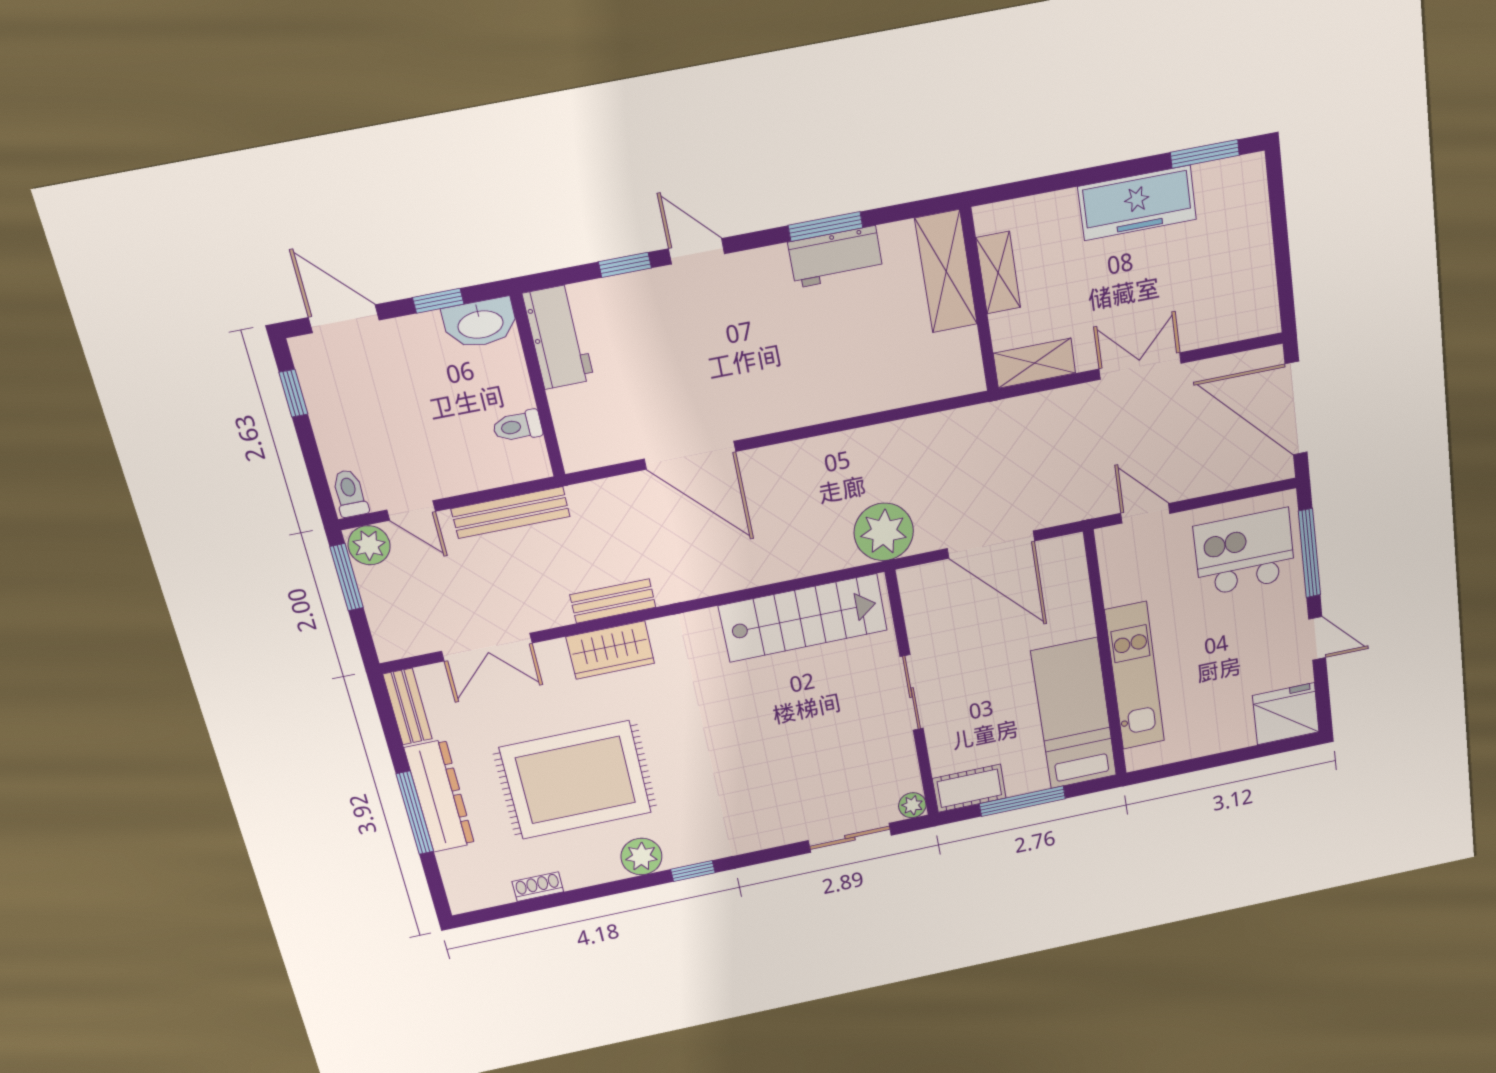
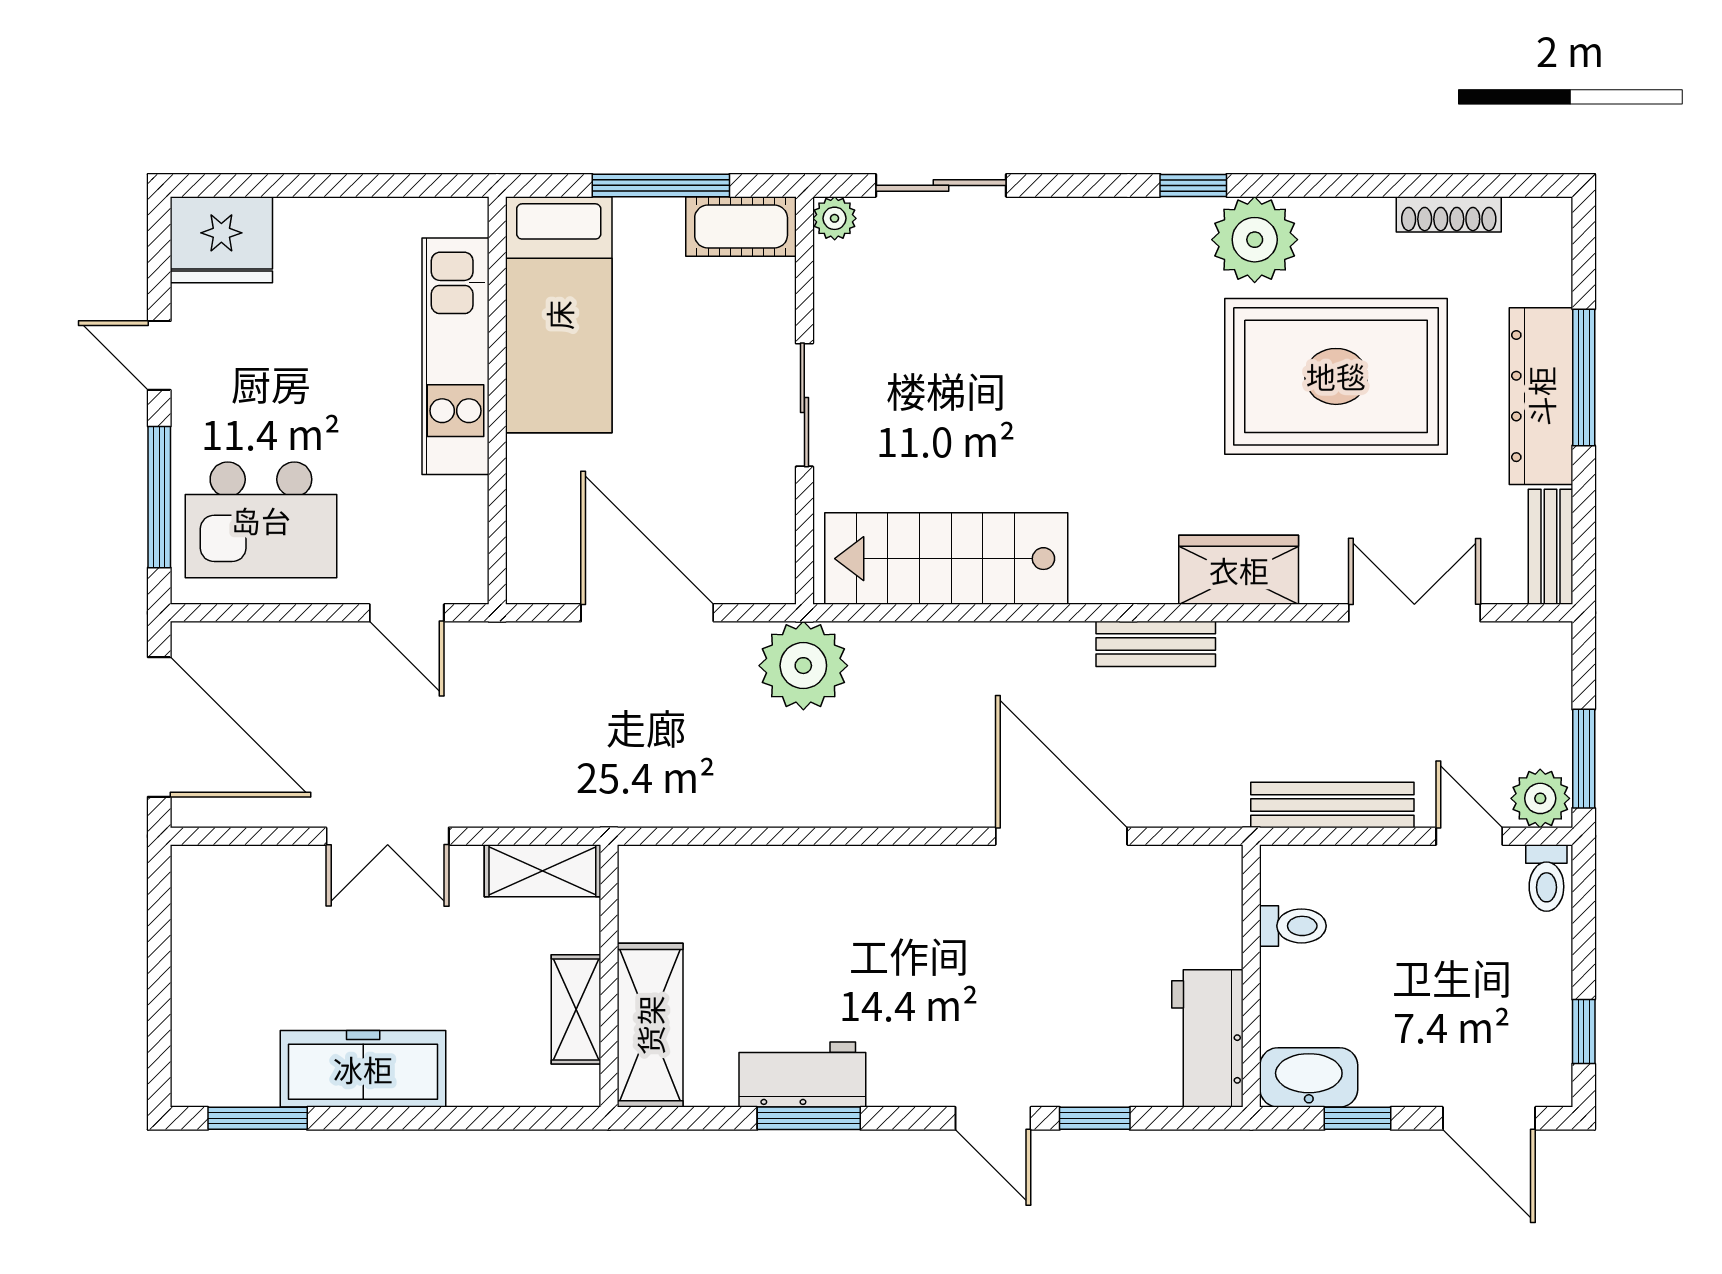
bench: (613, 601) -> (1156, 644), moved
plant: (641, 857) -> (1255, 240), width x1.36, depth x1.36
shoe rack: (538, 887) -> (1449, 214), width x1.43

